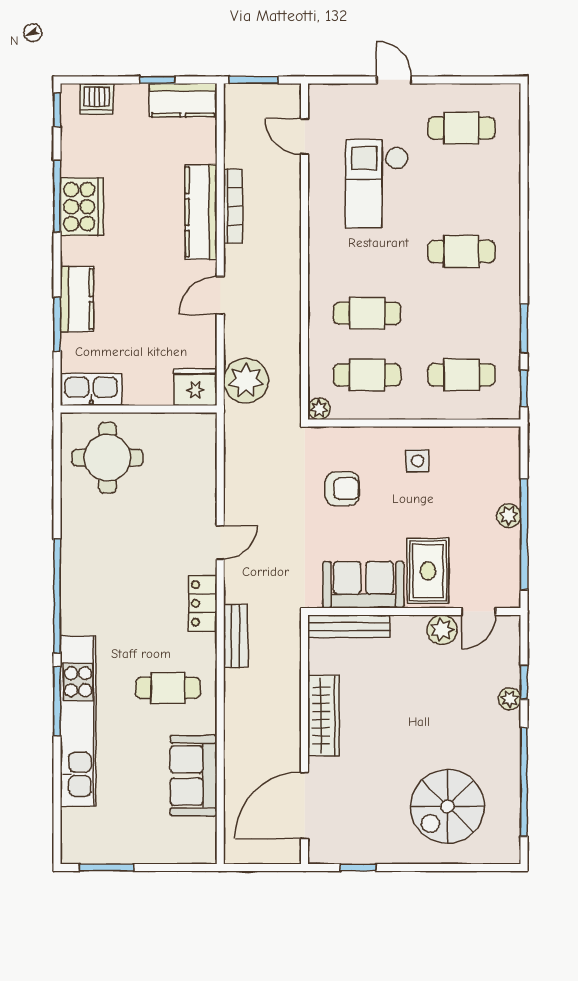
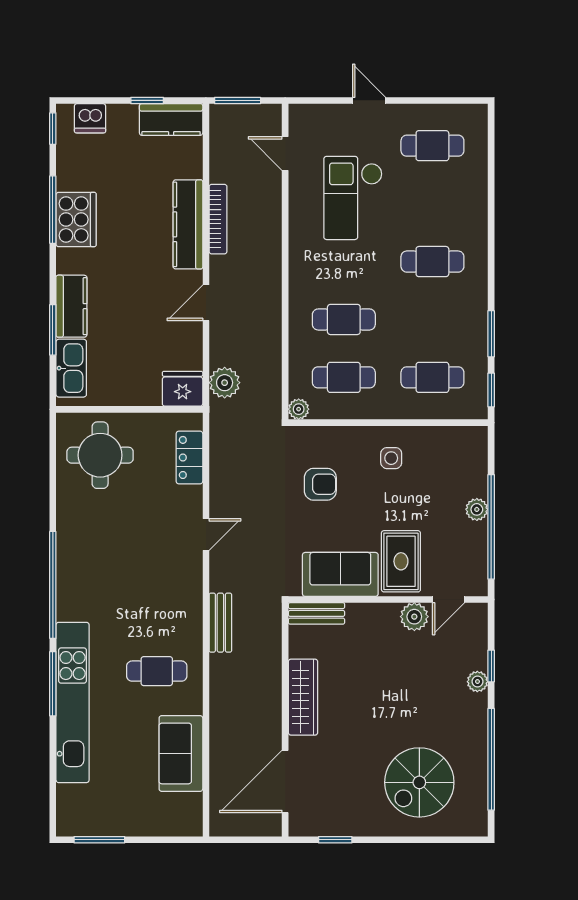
plant: (246, 380) -> (225, 383), width x0.73, depth x0.73
kitchen sink: (91, 389) -> (71, 368), moved, turned 90
locker: (203, 603) -> (189, 457), moved
bench: (349, 626) -> (316, 613), width x0.73

